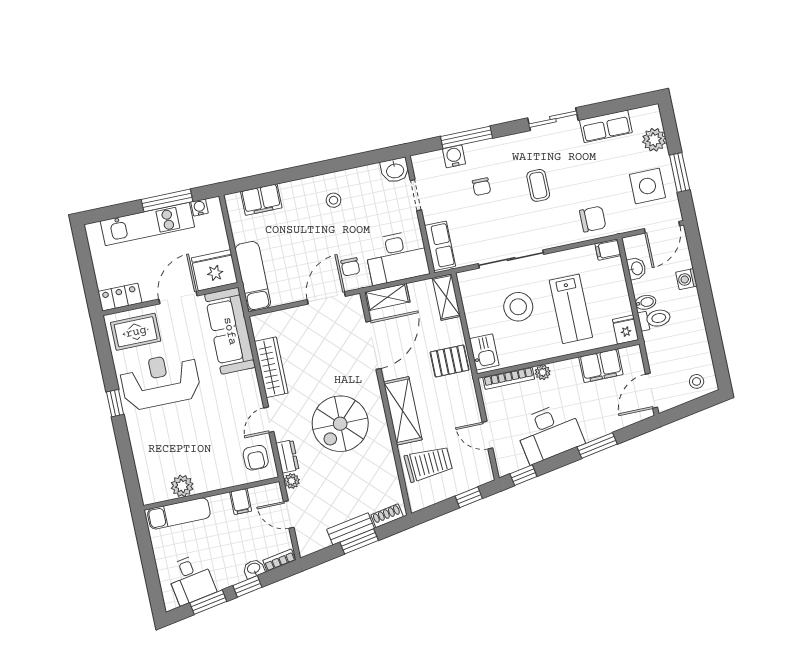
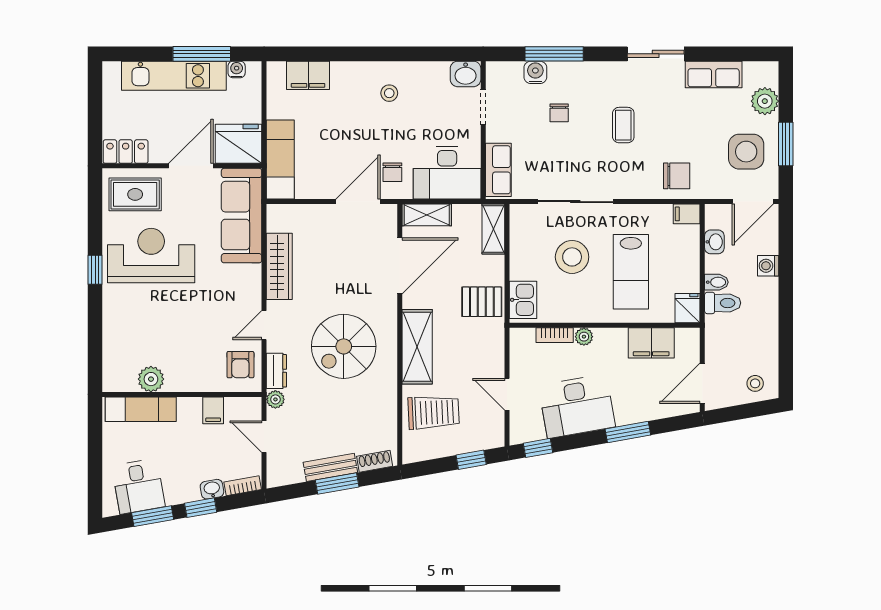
bookcase: (509, 378) -> (555, 335), width x0.64

